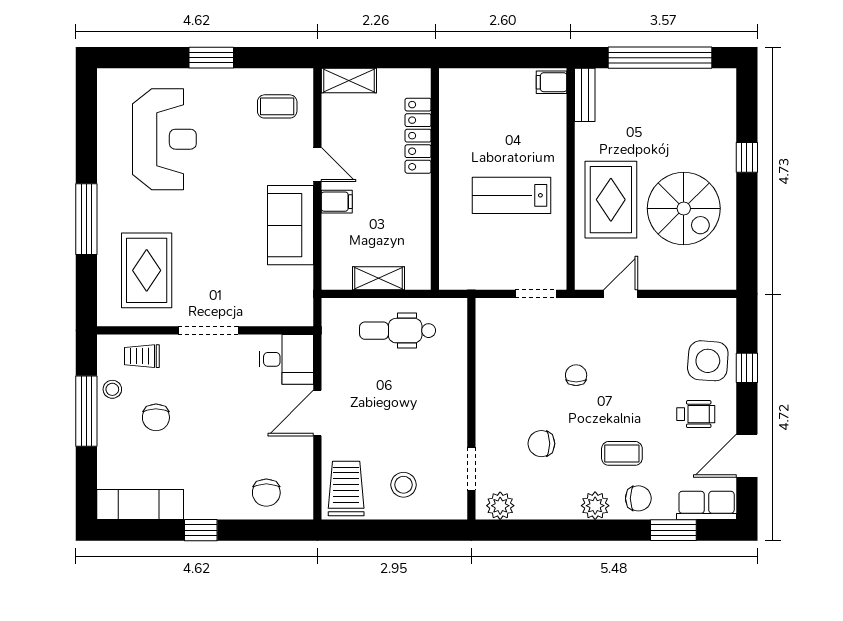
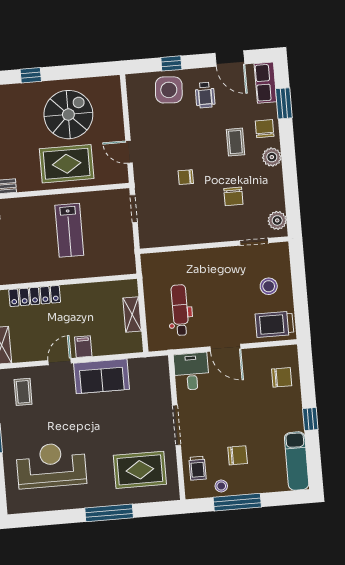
dental chair: (398, 331) -> (180, 310), moved, turned 180
wheelchair: (696, 414) -> (205, 95), turned 180

